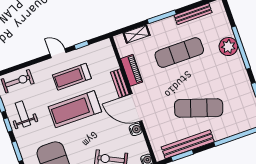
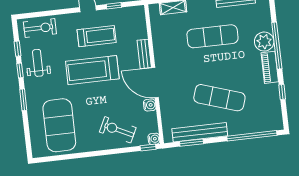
piano: (132, 70) -> (270, 67), moved, turned 180
treadmill: (72, 77) -> (97, 36), turned 180

